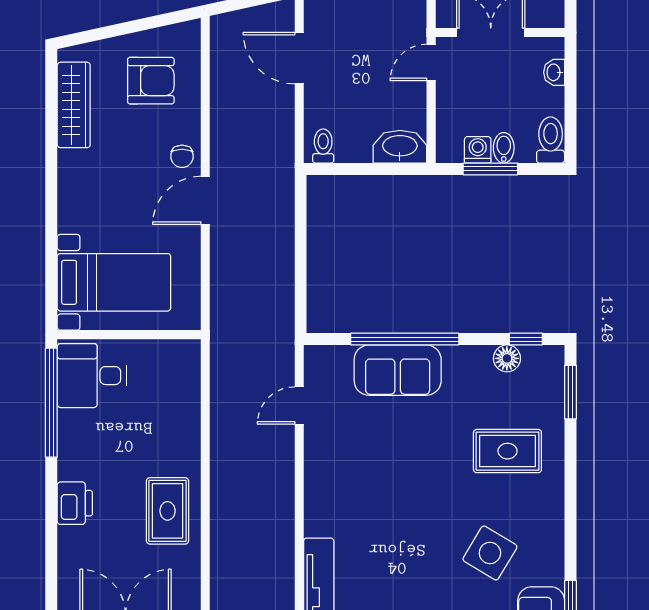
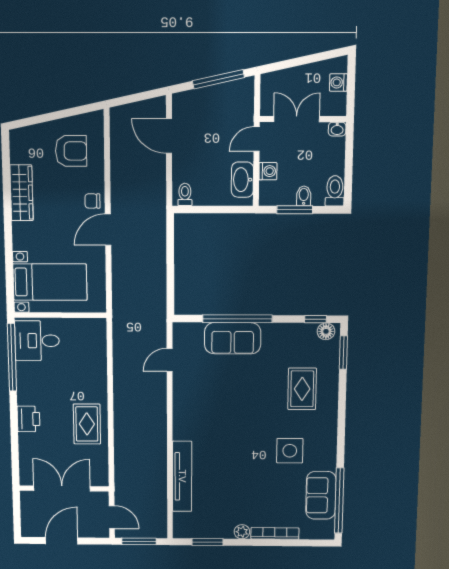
washbasin: (554, 72) -> (337, 129), moved, turned -90
wardrobe: (74, 105) -> (22, 193), moved
washbasin: (400, 147) -> (242, 180), moved, turned -90
washing machine: (478, 150) -> (268, 171), moved, turned 90
chair: (182, 156) -> (92, 201), turned 90
floor lamp: (507, 358) -> (326, 331), moved
rug: (507, 451) -> (302, 389), turned 90
side table: (490, 553) -> (290, 451), turned -31

